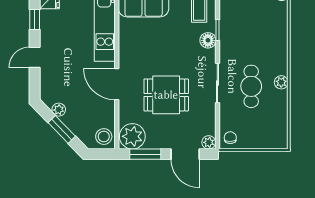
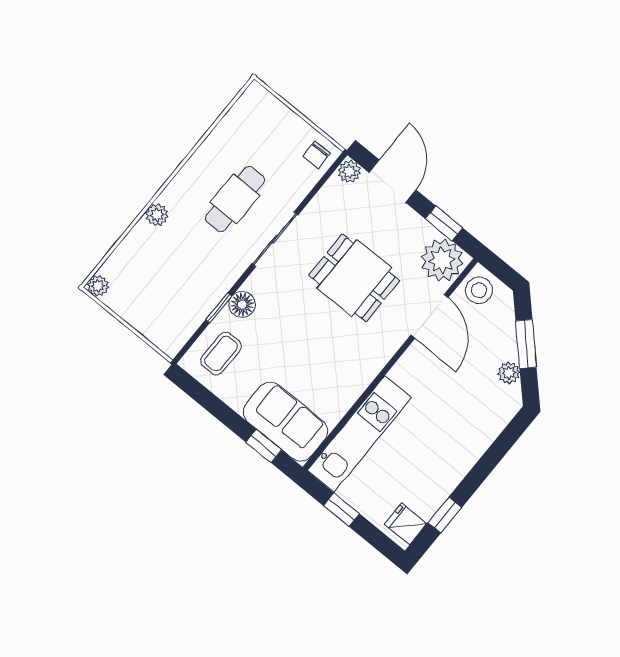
door: (35, 57) -> (485, 466), removed
plant: (281, 82) -> (157, 215), moved
door: (117, 84) -> (430, 316), moved
window: (145, 154) -> (444, 223), width x0.67

